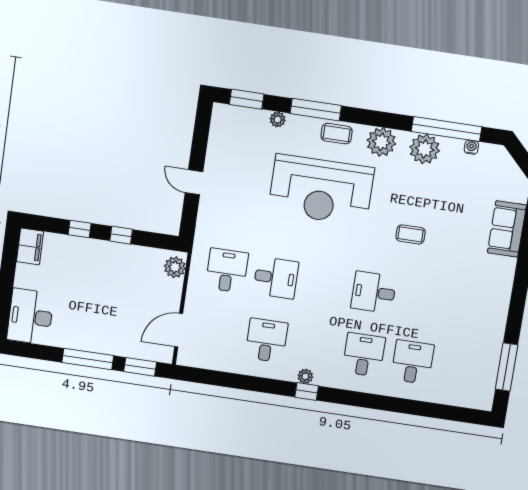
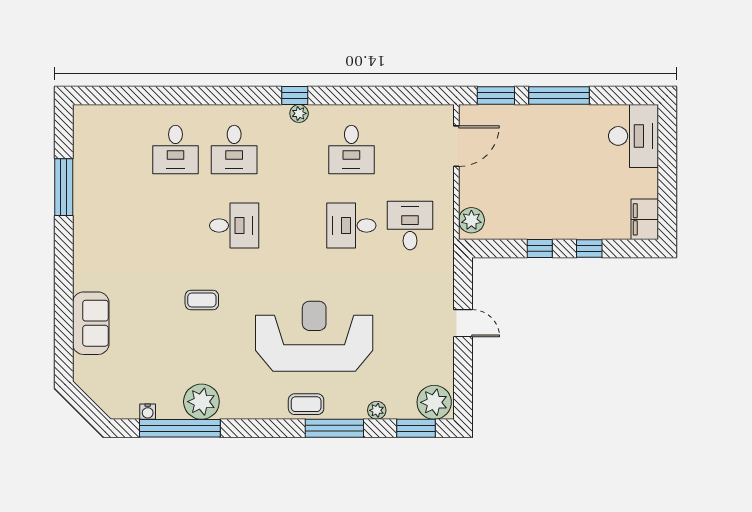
plant: (381, 142) -> (434, 402), moved
desk: (227, 270) -> (410, 225), turned 180
window: (507, 367) -> (64, 187), moved

